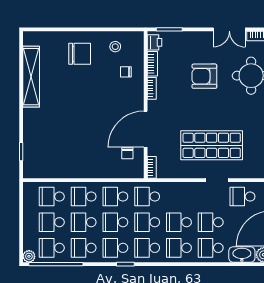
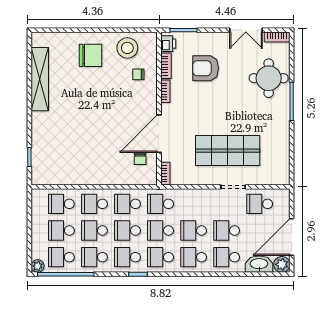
stool: (115, 47) -> (127, 48), width x1.89, depth x1.89
armchair: (204, 76) -> (206, 68), moved

